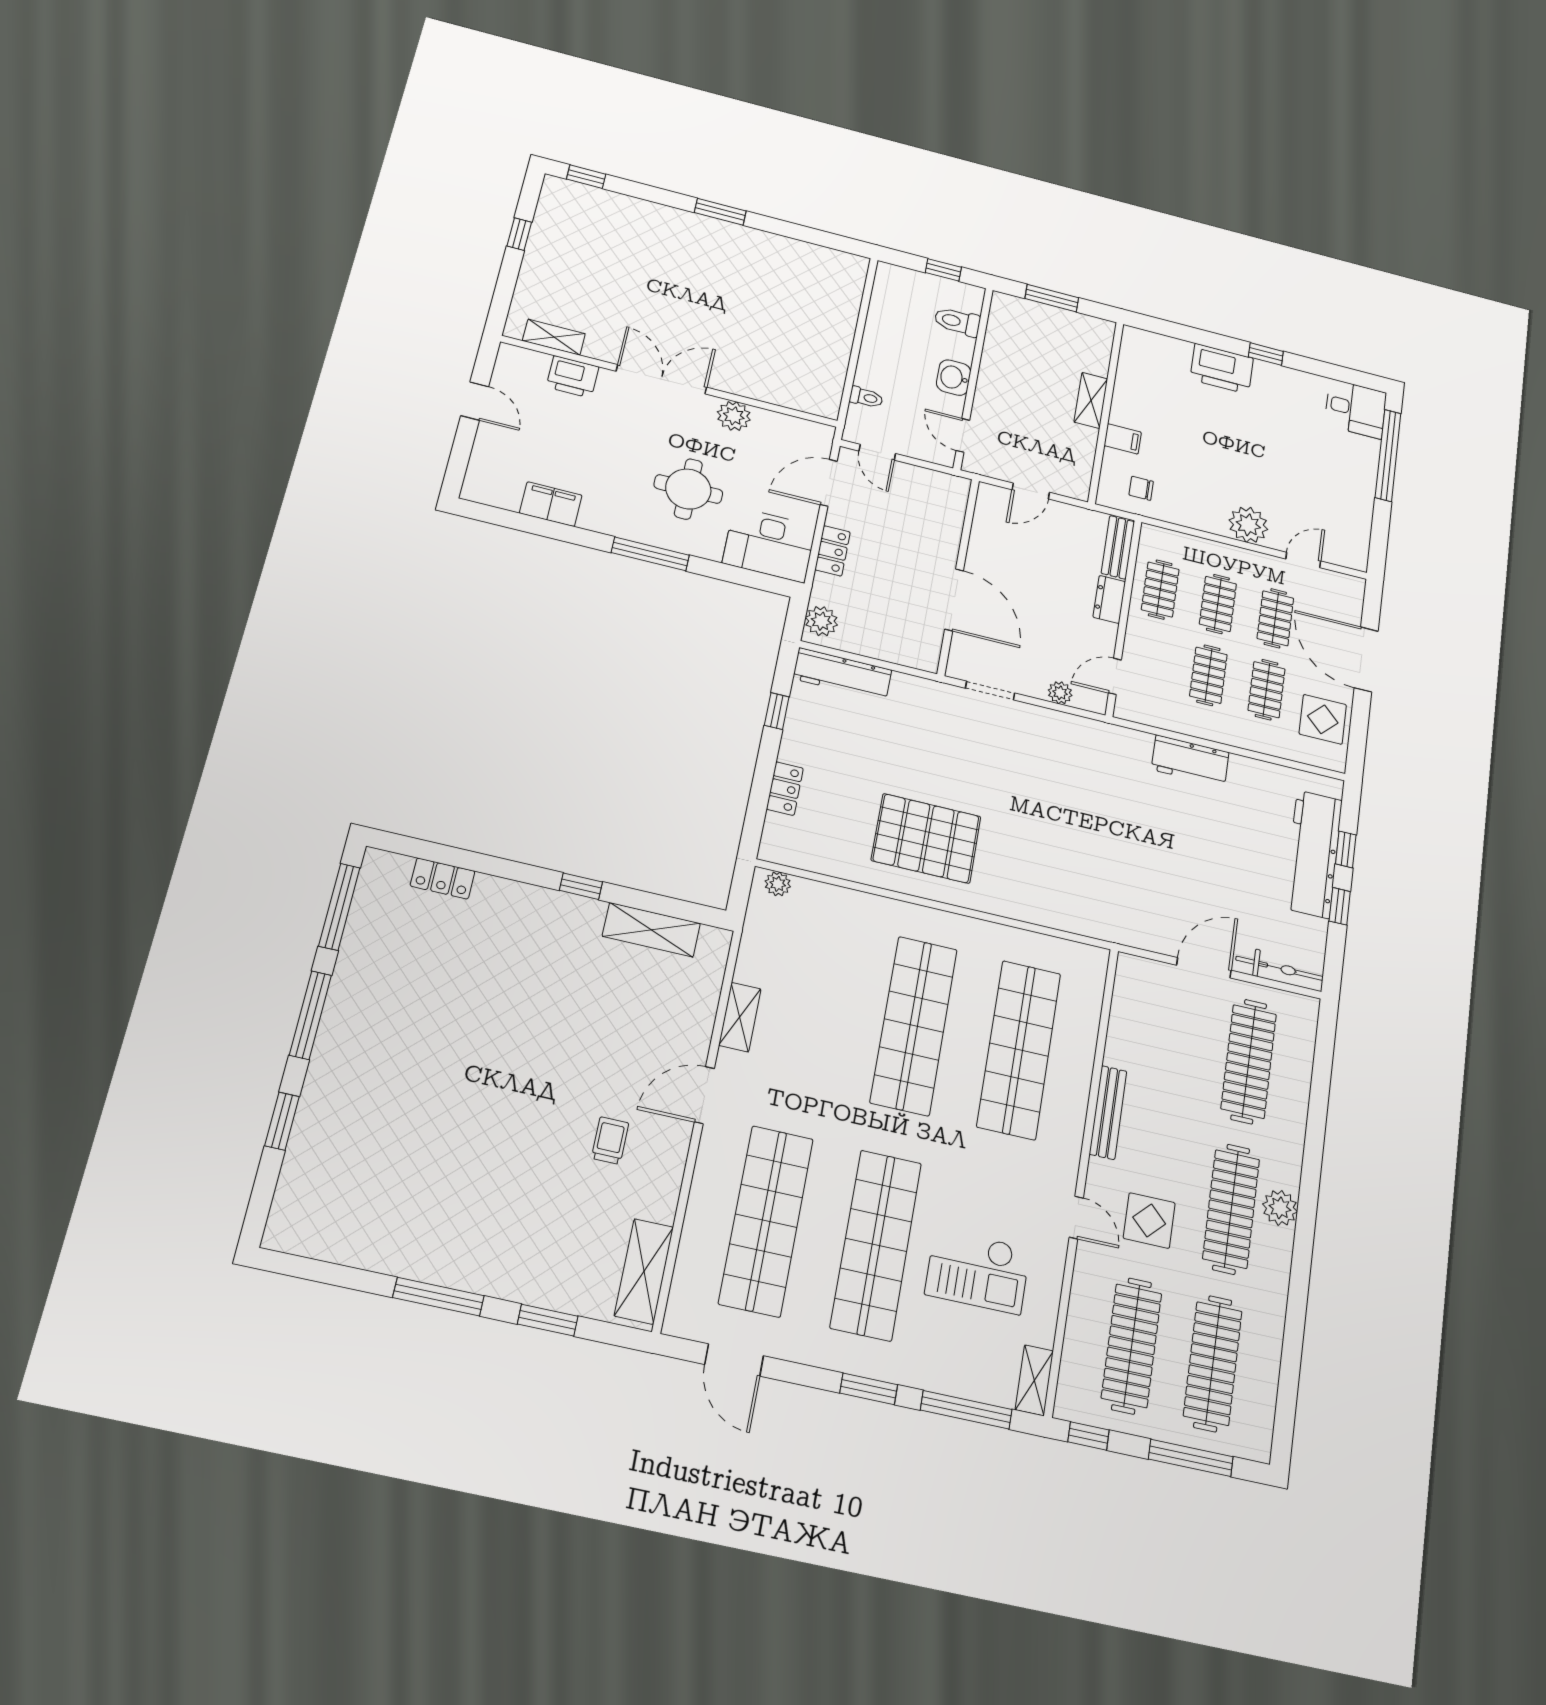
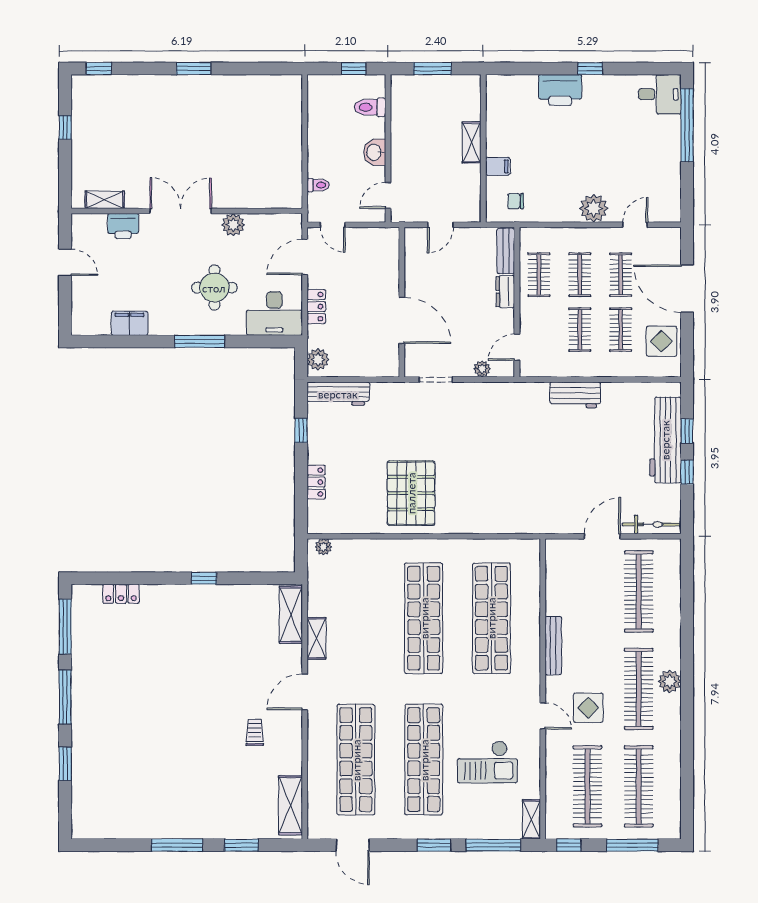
door: (963, 435) -> (388, 195), hinge flipped
pallet: (926, 838) -> (411, 493), turned 90
shelving: (651, 930) -> (291, 615), moved, turned 90

